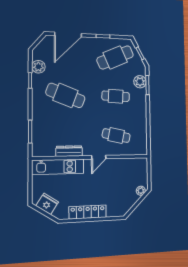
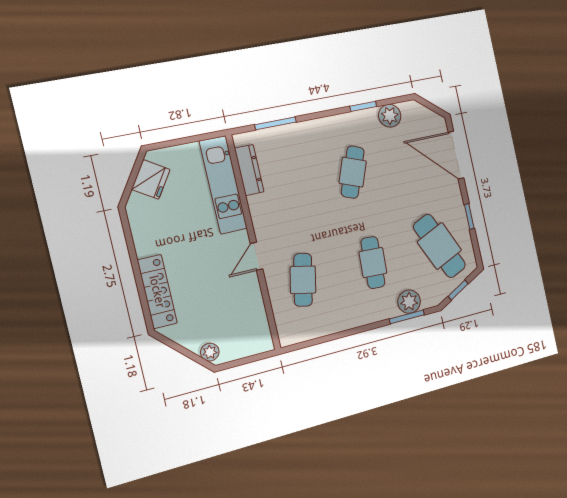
cafe table: (65, 95) -> (353, 172), width x0.73, depth x0.74
dresser: (69, 151) -> (249, 170), moved
door: (99, 157) -> (256, 256), hinge flipped
locker: (88, 212) -> (157, 292), moved

